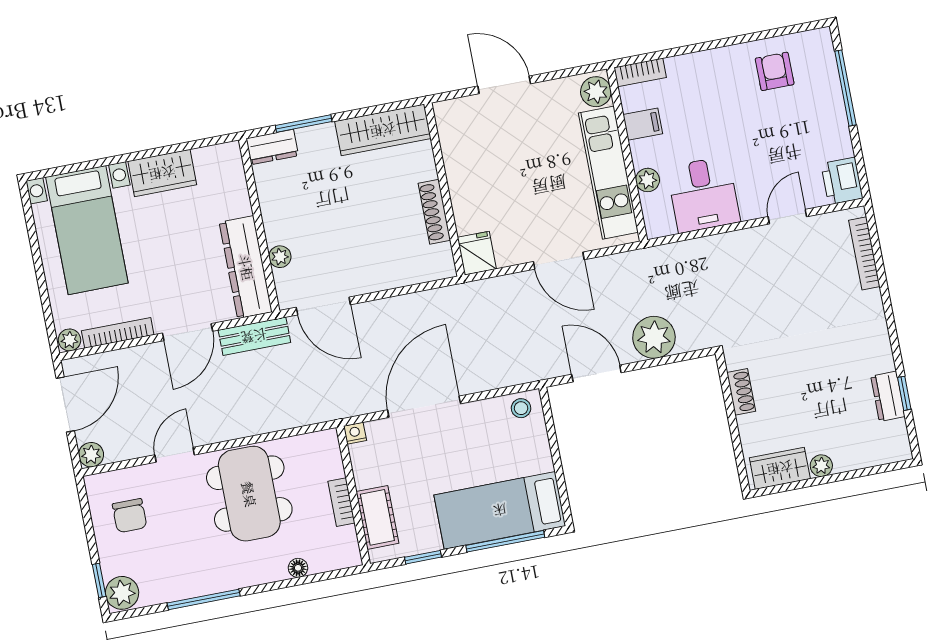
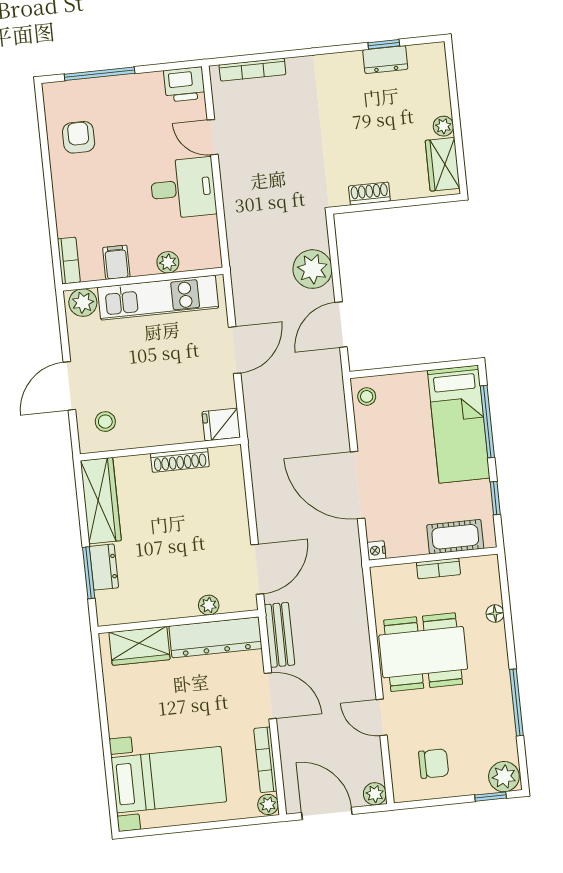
armchair: (775, 71) -> (79, 137), turned 90
stool: (469, 127) -> (105, 422), added
dresser: (272, 147) -> (104, 567), moved
wardrobe: (162, 173) -> (140, 646), moved, turned 90
desk: (703, 194) -> (183, 188), moved

